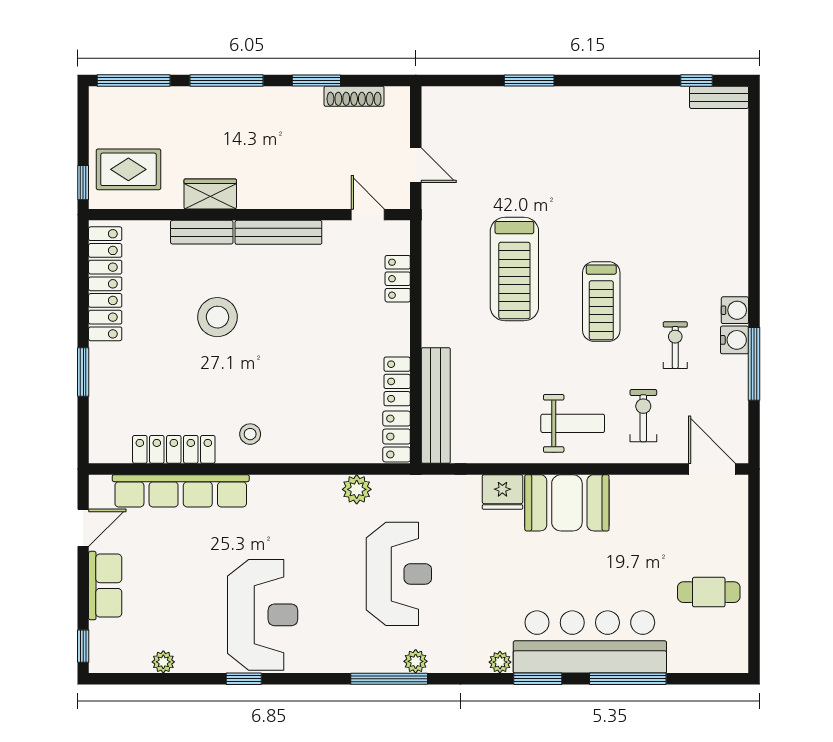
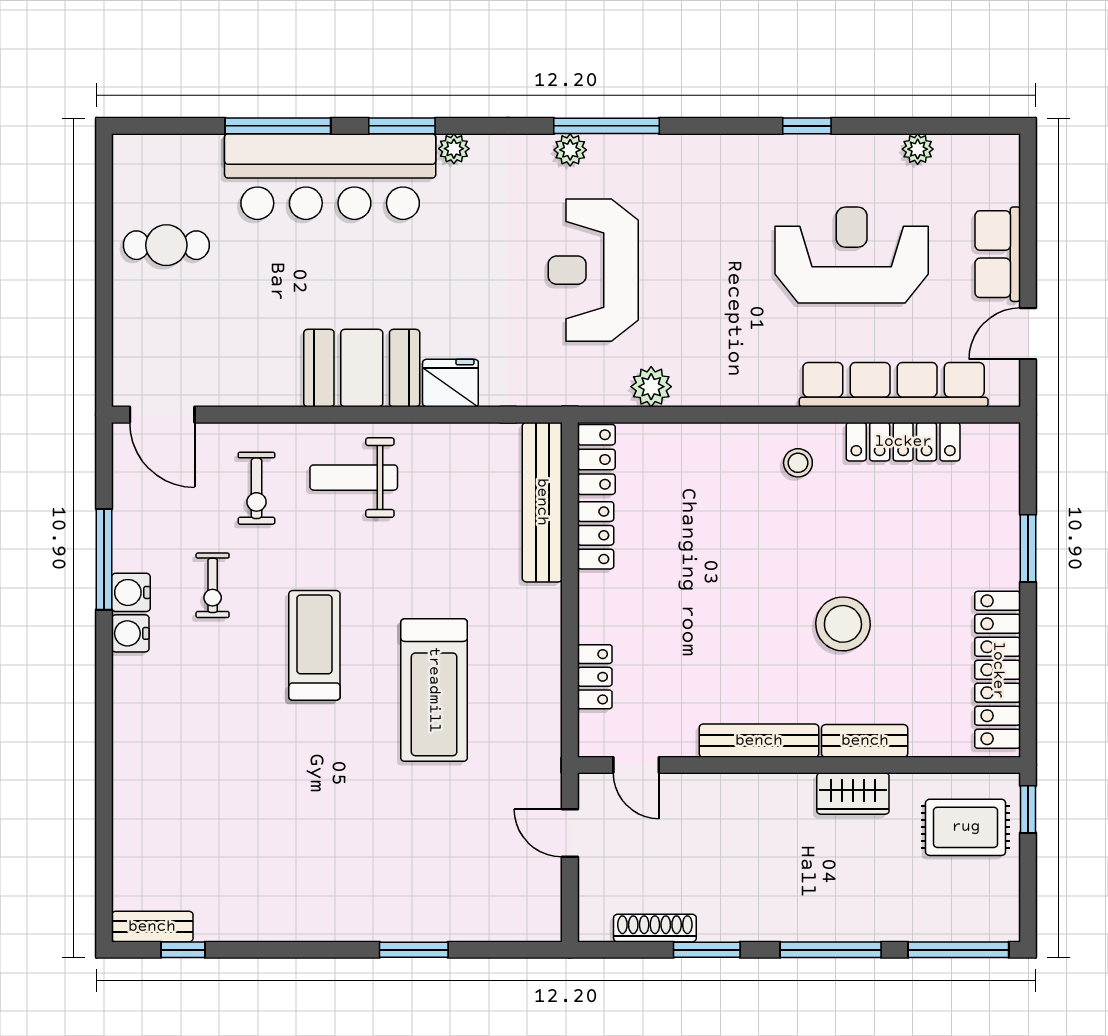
treadmill: (514, 269) -> (434, 690), turned 180
reception desk: (263, 615) -> (852, 255), moved, turned 90
window: (83, 646) -> (1028, 171), removed

